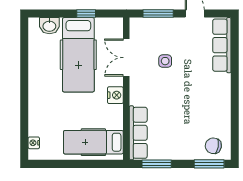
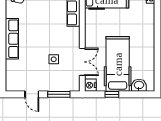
row of seats: (222, 45) -> (12, 39), moved
nightstand: (115, 95) -> (90, 85), moved

